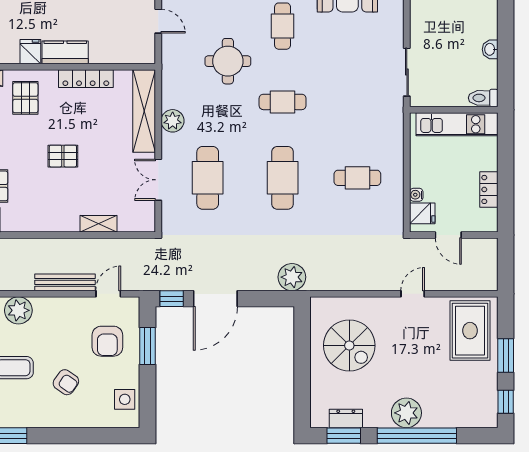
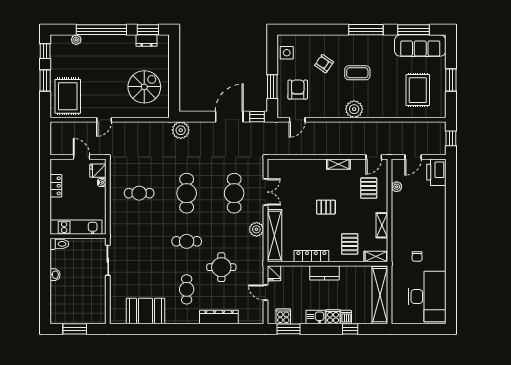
fridge: (30, 52) -> (274, 273), moved
shelving: (99, 224) -> (338, 164), moved
bench: (65, 282) -> (325, 127), removed
spiral stairs: (349, 345) -> (144, 87), turned 90
plant: (406, 413) -> (76, 40), moved, width x0.53, depth x0.53

